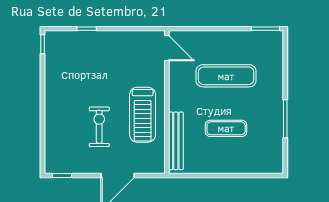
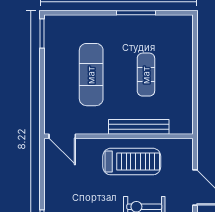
door: (167, 48) -> (62, 136), swing flipped
bench: (176, 141) -> (139, 127), moved

